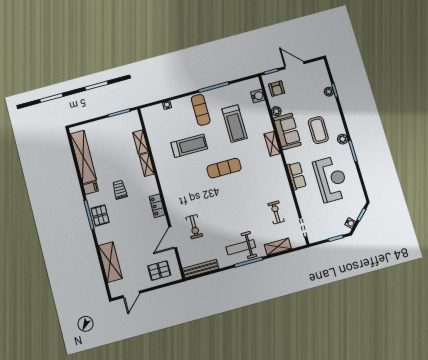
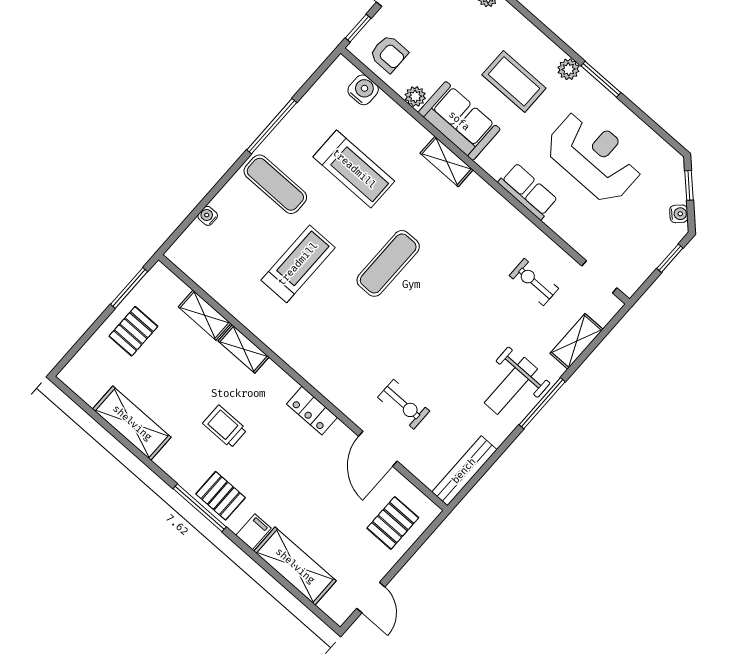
pallet: (110, 130) -> (133, 331), added
shelving: (83, 157) -> (132, 423), width x0.68
filing cabinet: (91, 188) -> (254, 532), moved

